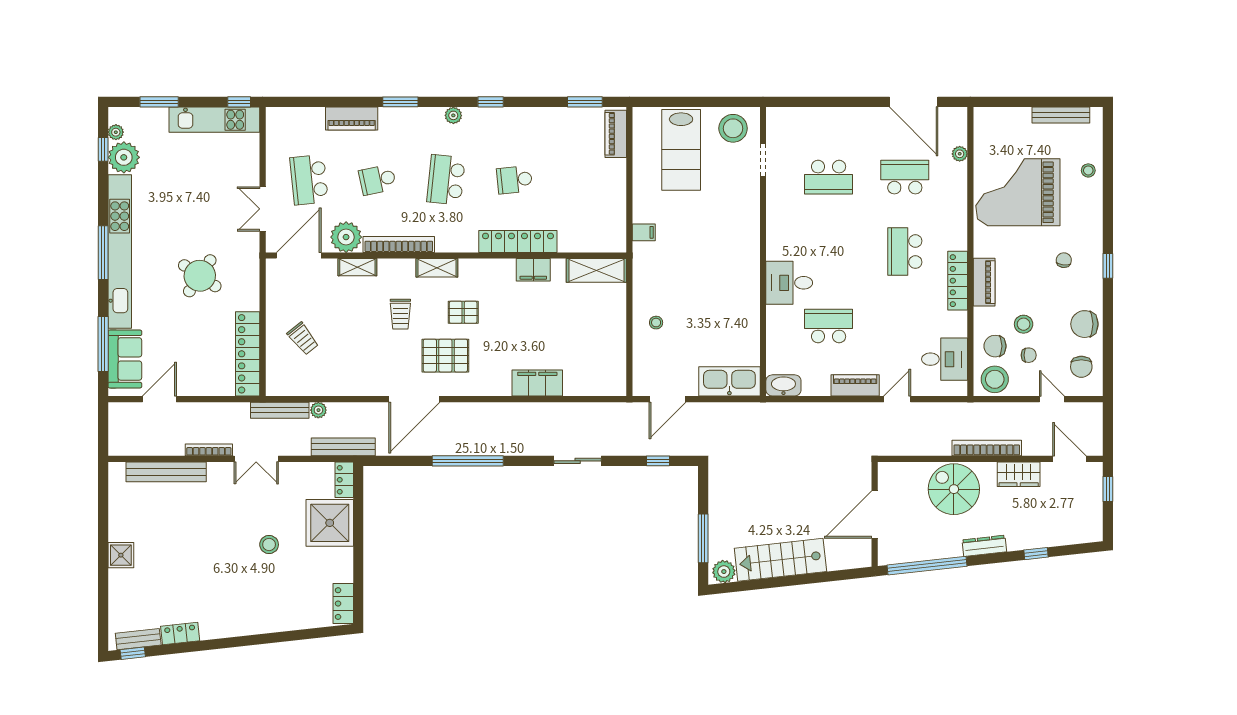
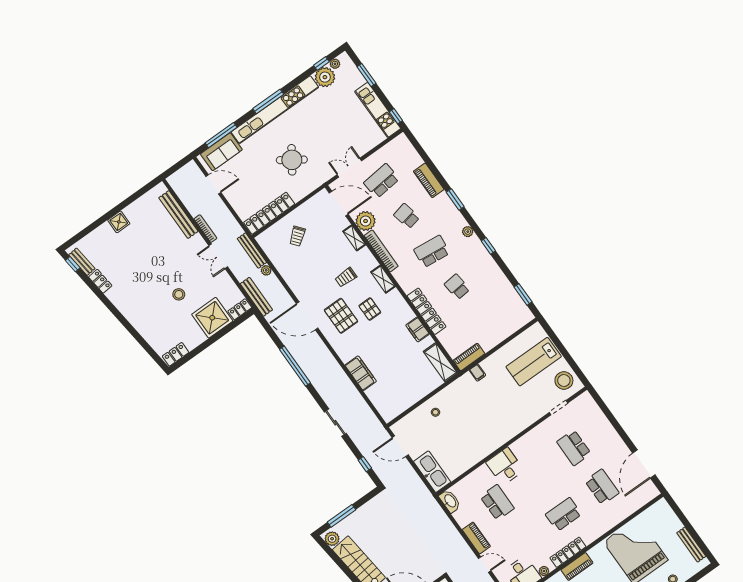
piano: (616, 134) -> (469, 357), moved
plant: (960, 154) -> (544, 571), moved

